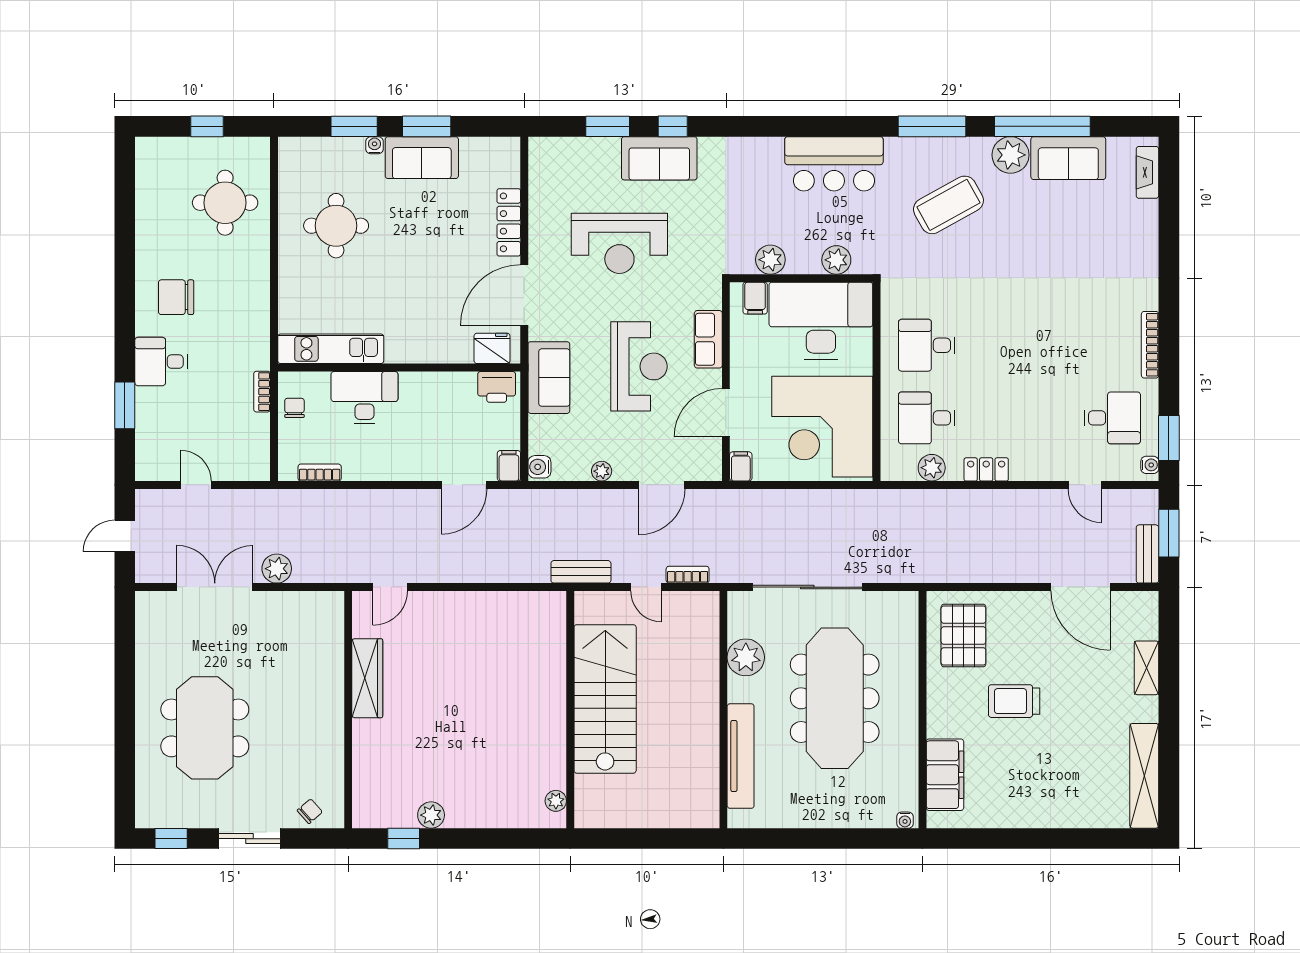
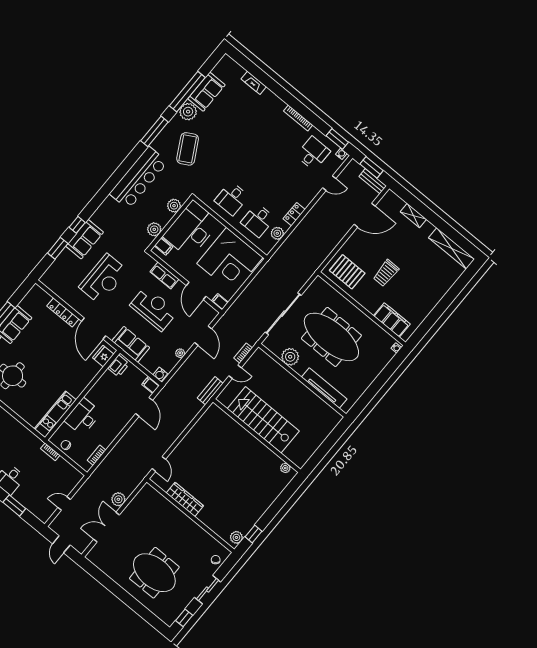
bar counter: (834, 164) -> (139, 178), width x1.36
fireplace: (1147, 172) -> (254, 83), moved
plant: (431, 815) -> (236, 537), moved

